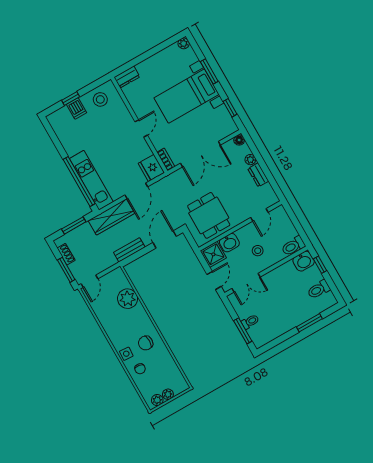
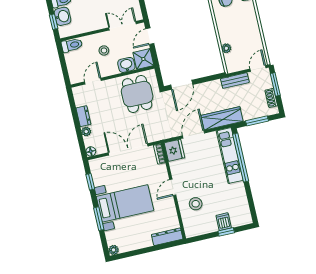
dresser: (127, 77) -> (167, 237), width x1.44
stool: (100, 99) -> (196, 204), moved
bench: (129, 250) -> (235, 81), moved
washbasin: (304, 261) -> (63, 16), moved, turned 90
plant: (128, 299) -> (226, 48), width x0.53, depth x0.53

